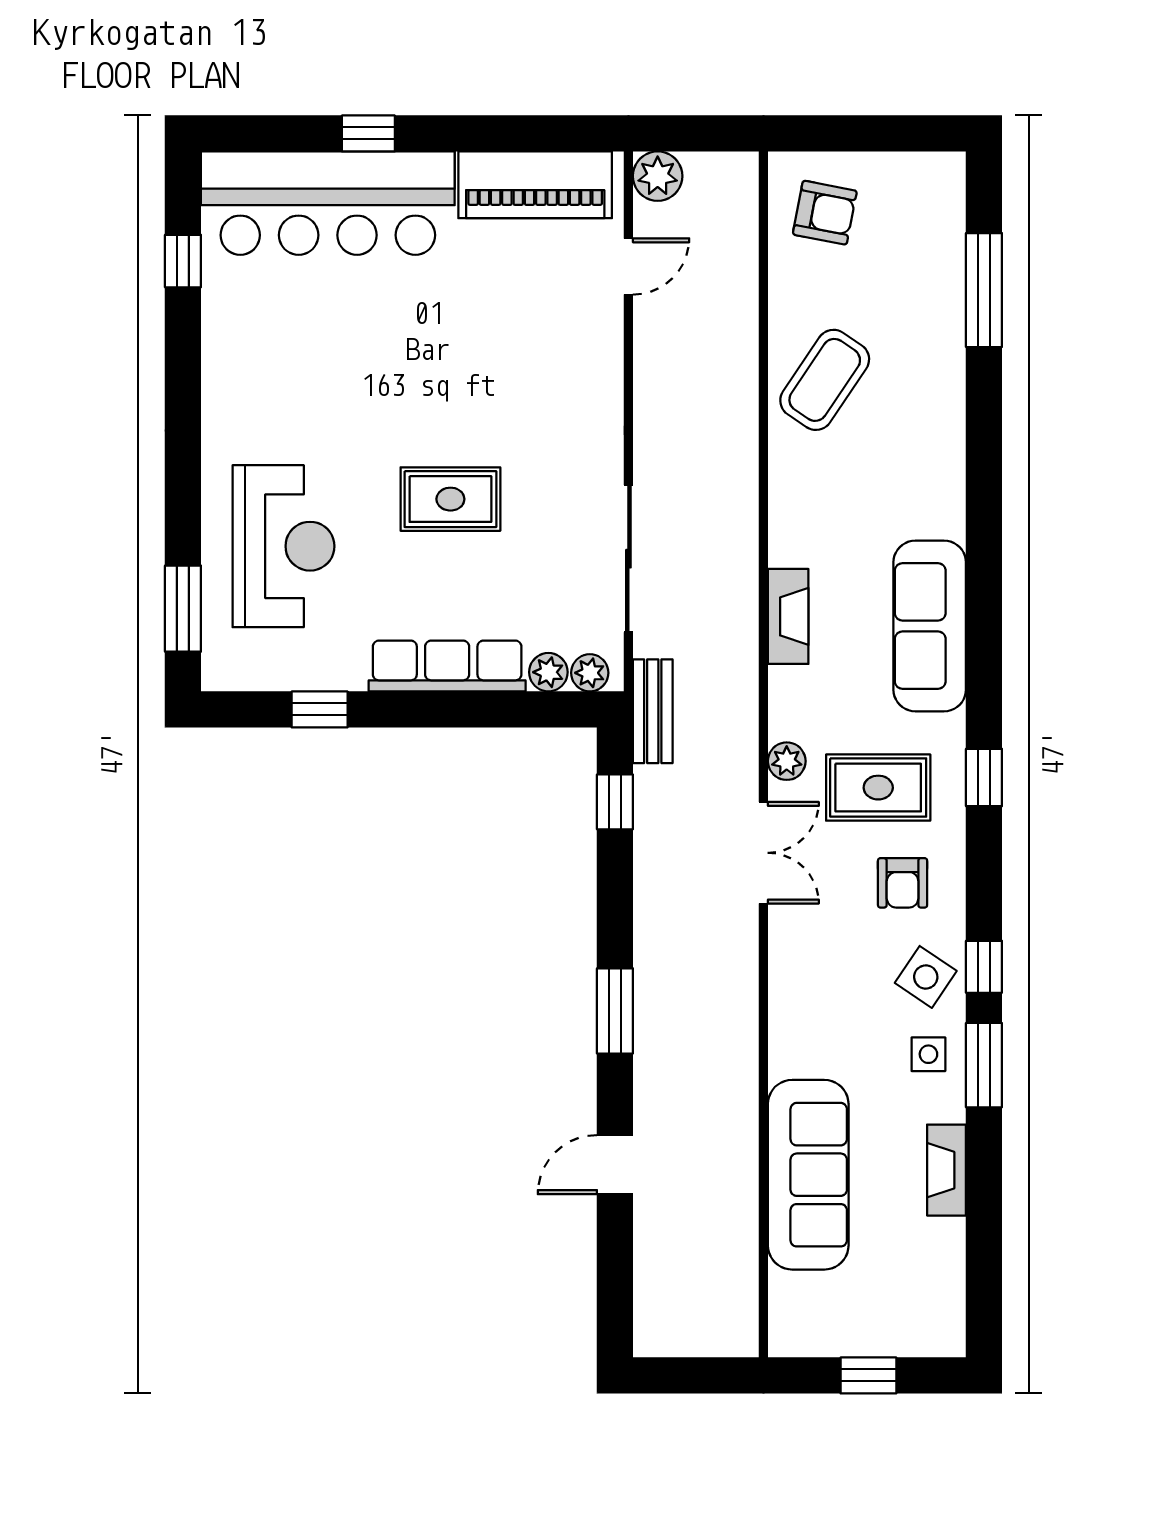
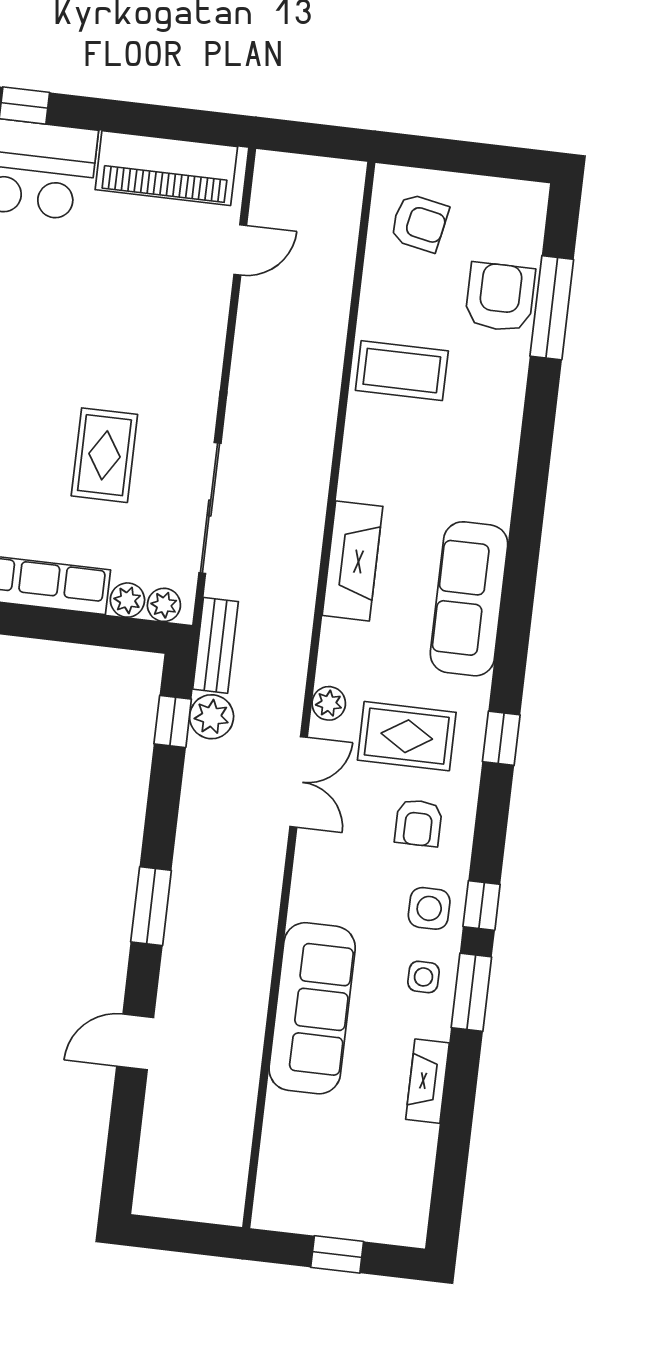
plant: (658, 176) -> (212, 717), moved
armchair: (925, 285) -> (500, 297), added
coffee table: (825, 380) -> (402, 371), turned 56
rug: (450, 499) -> (104, 455), moved, turned 90
fireplace: (788, 616) -> (353, 561), width x1.37, depth x1.32
side table: (926, 977) -> (429, 908), turned -34
sofa: (808, 1175) -> (312, 1008), moved

